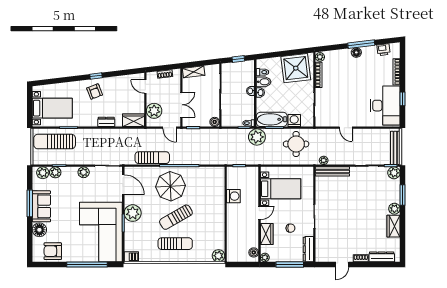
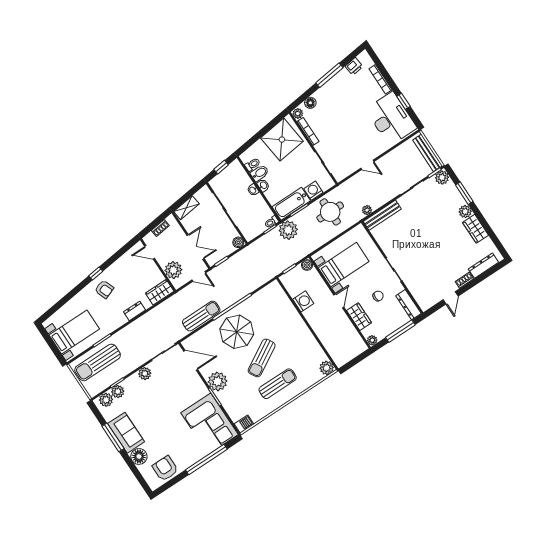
floor lamp: (356, 52) -> (310, 103), moved
corner sofa: (101, 232) -> (210, 424), width x0.73, depth x0.74
armchair: (53, 251) -> (165, 468), turned 90
boiler: (254, 252) -> (307, 265), moved

